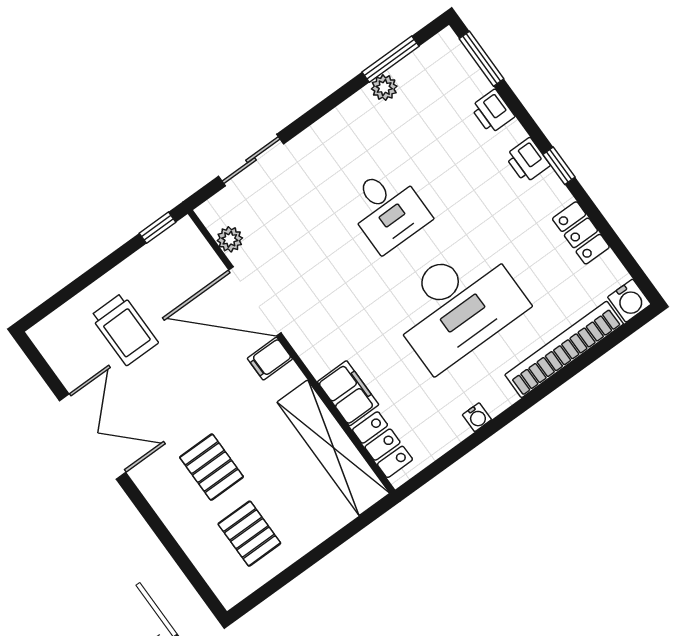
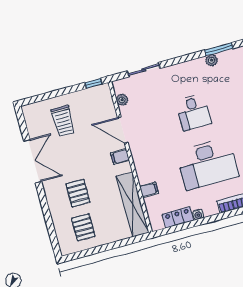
door: (255, 301) -> (123, 130), width x0.73
filing cabinet: (348, 393) -> (149, 190), width x0.50
locker: (382, 445) -> (178, 217), moved, turned -90

